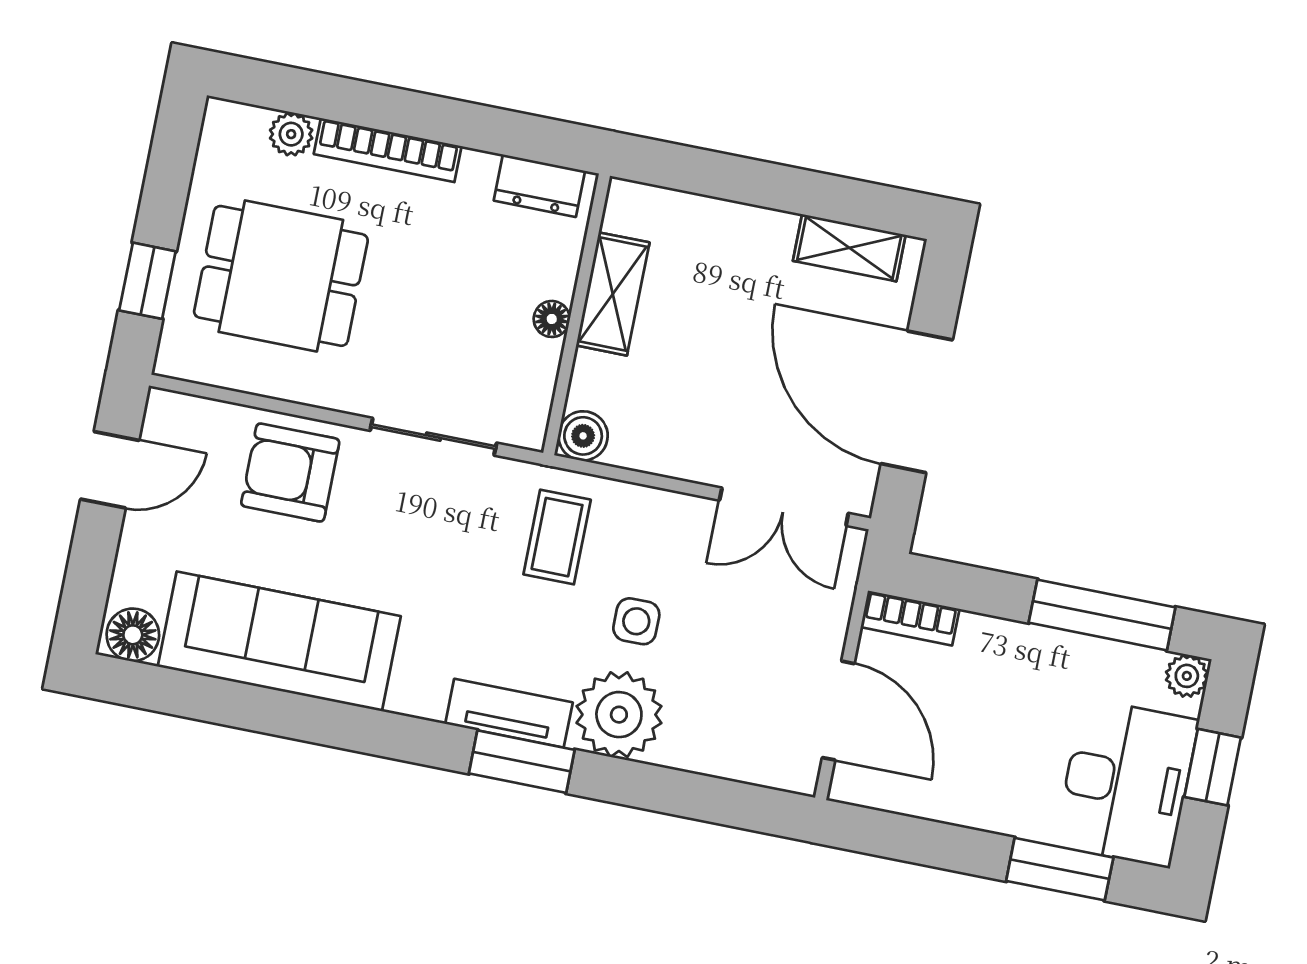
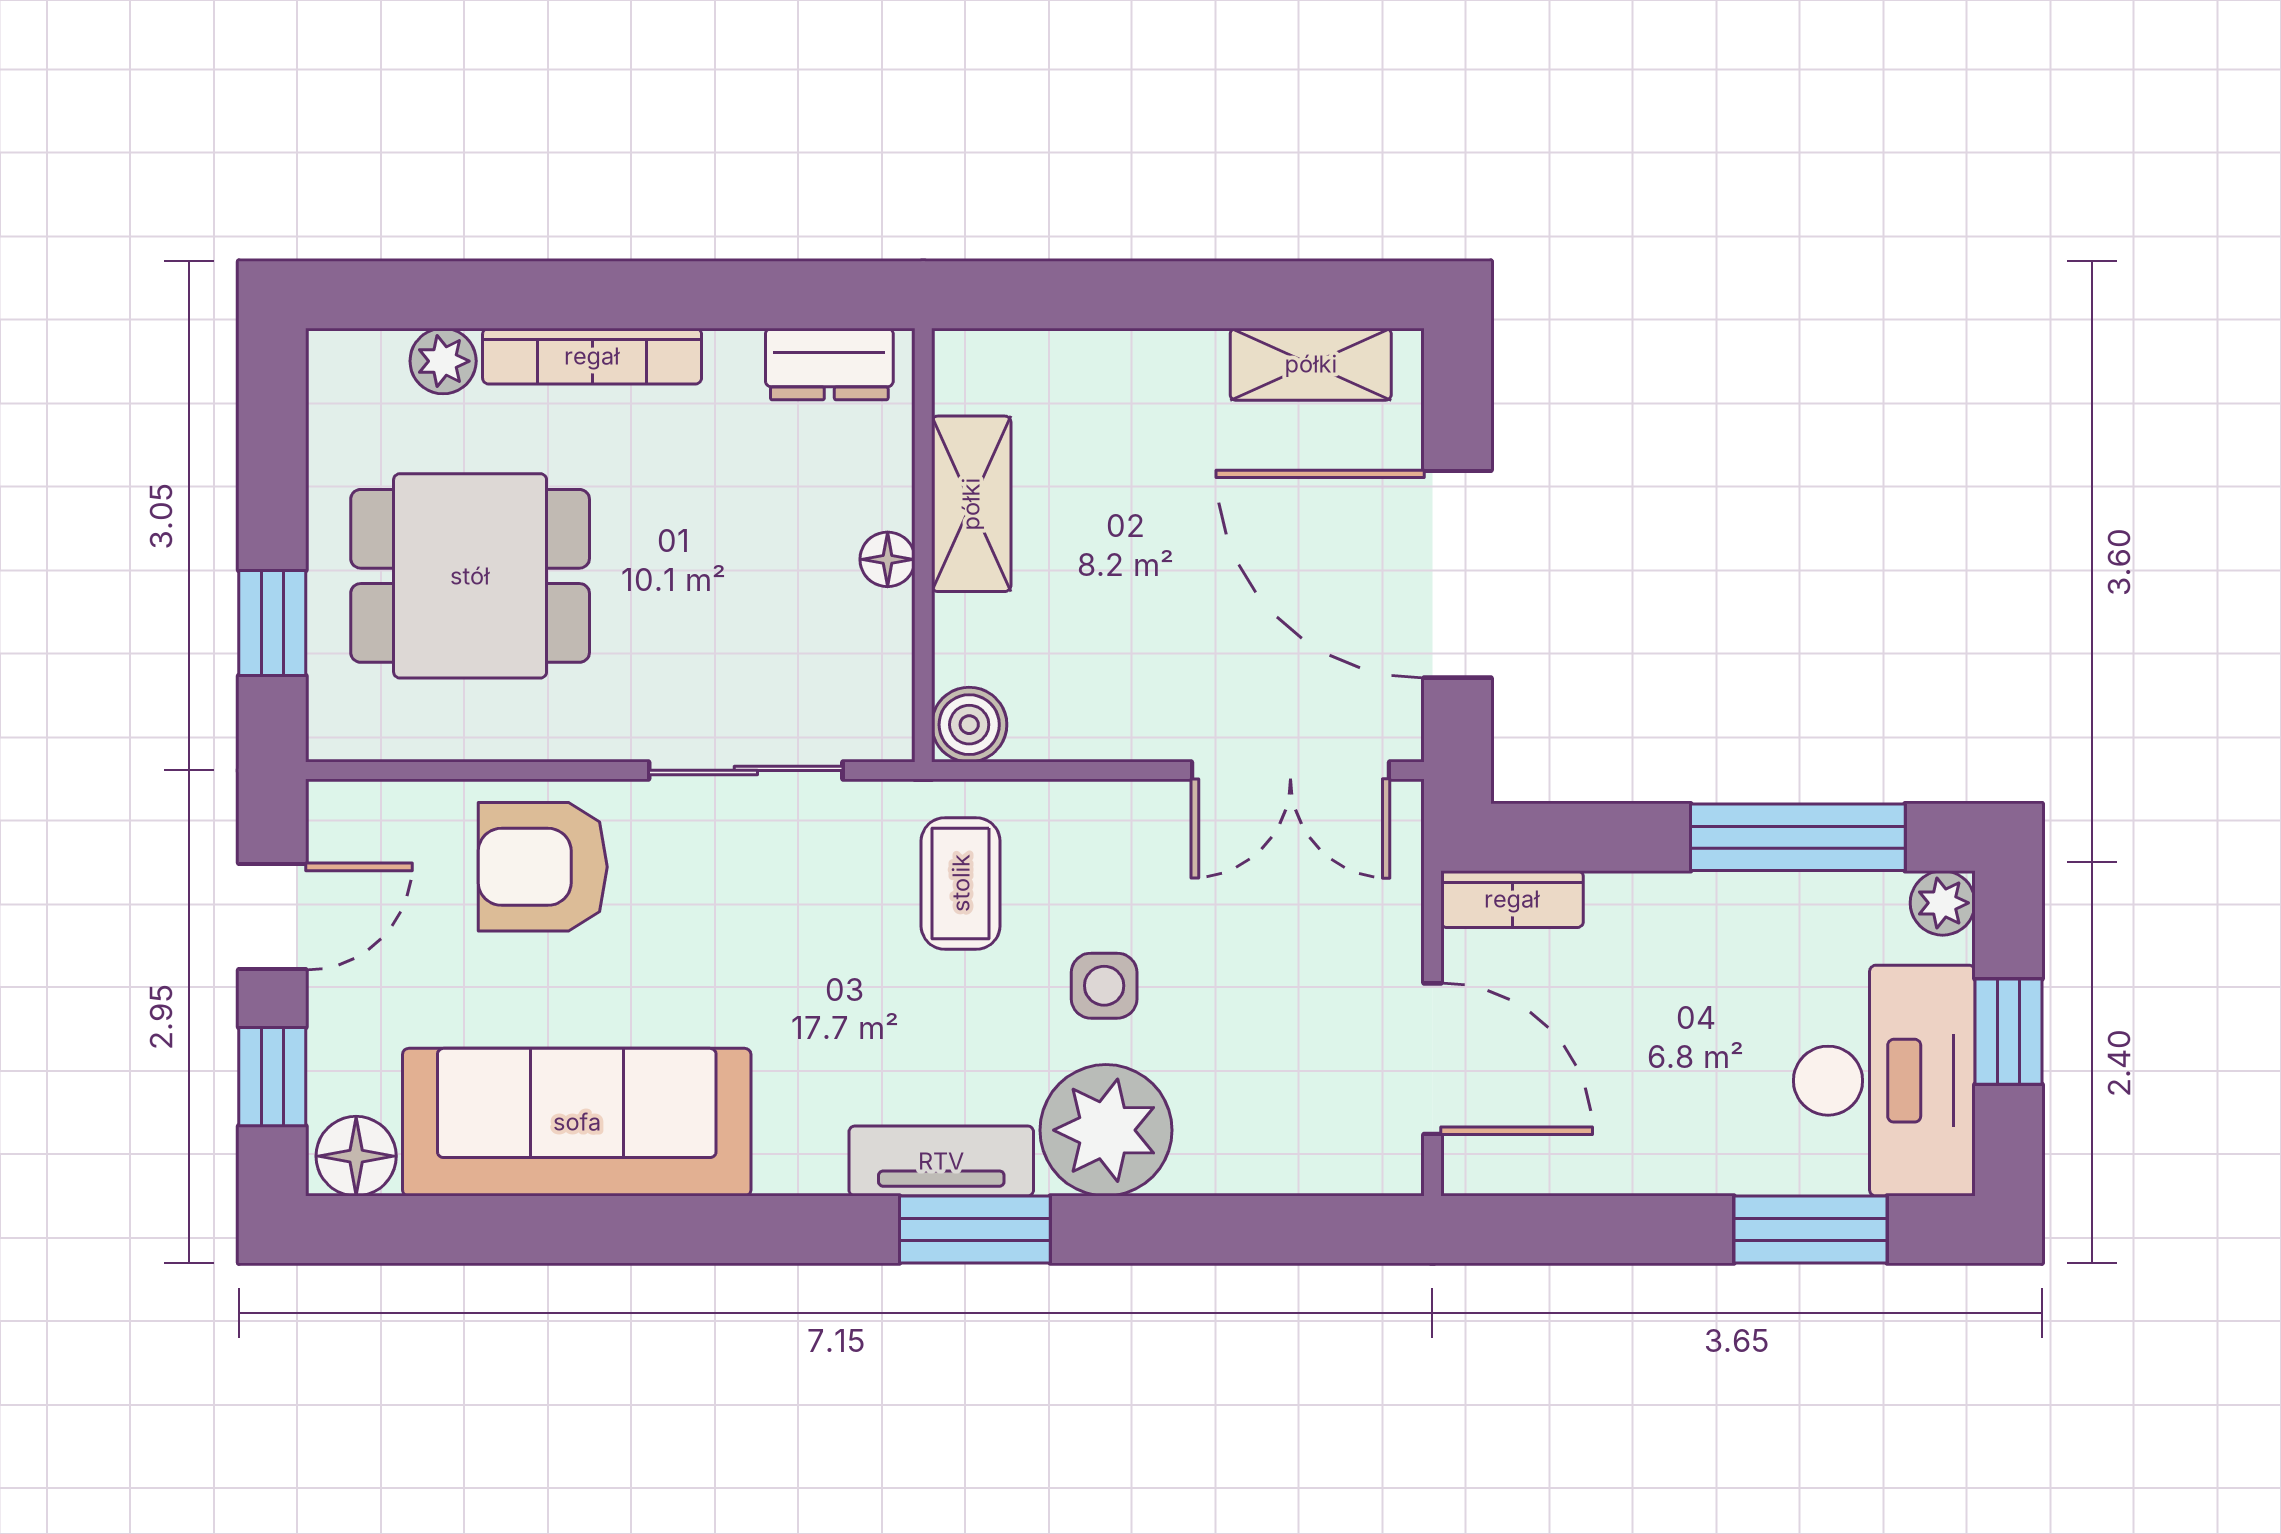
window: (89, 573) -> (272, 1077), added

